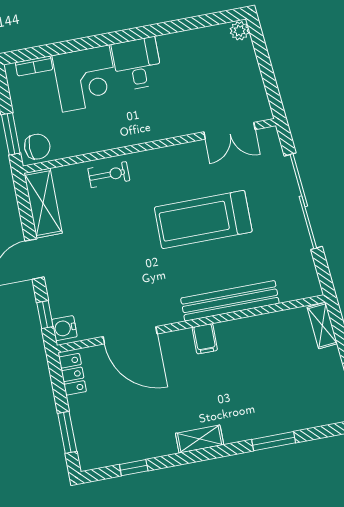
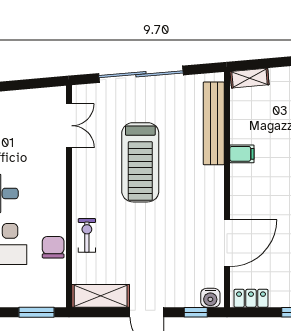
chair: (37, 147) -> (53, 247), moved
bench: (230, 301) -> (214, 123), moved
filing cabinet: (205, 339) -> (242, 154), moved

